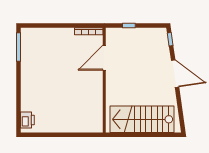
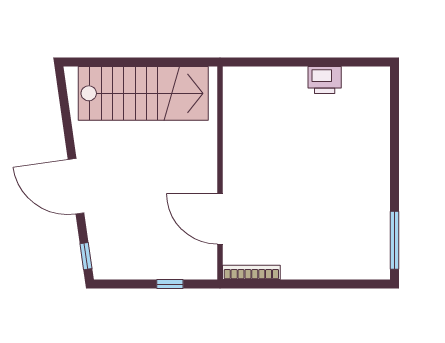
door: (104, 58) -> (220, 219), swing flipped
printer: (27, 120) -> (325, 80), moved, turned -90

